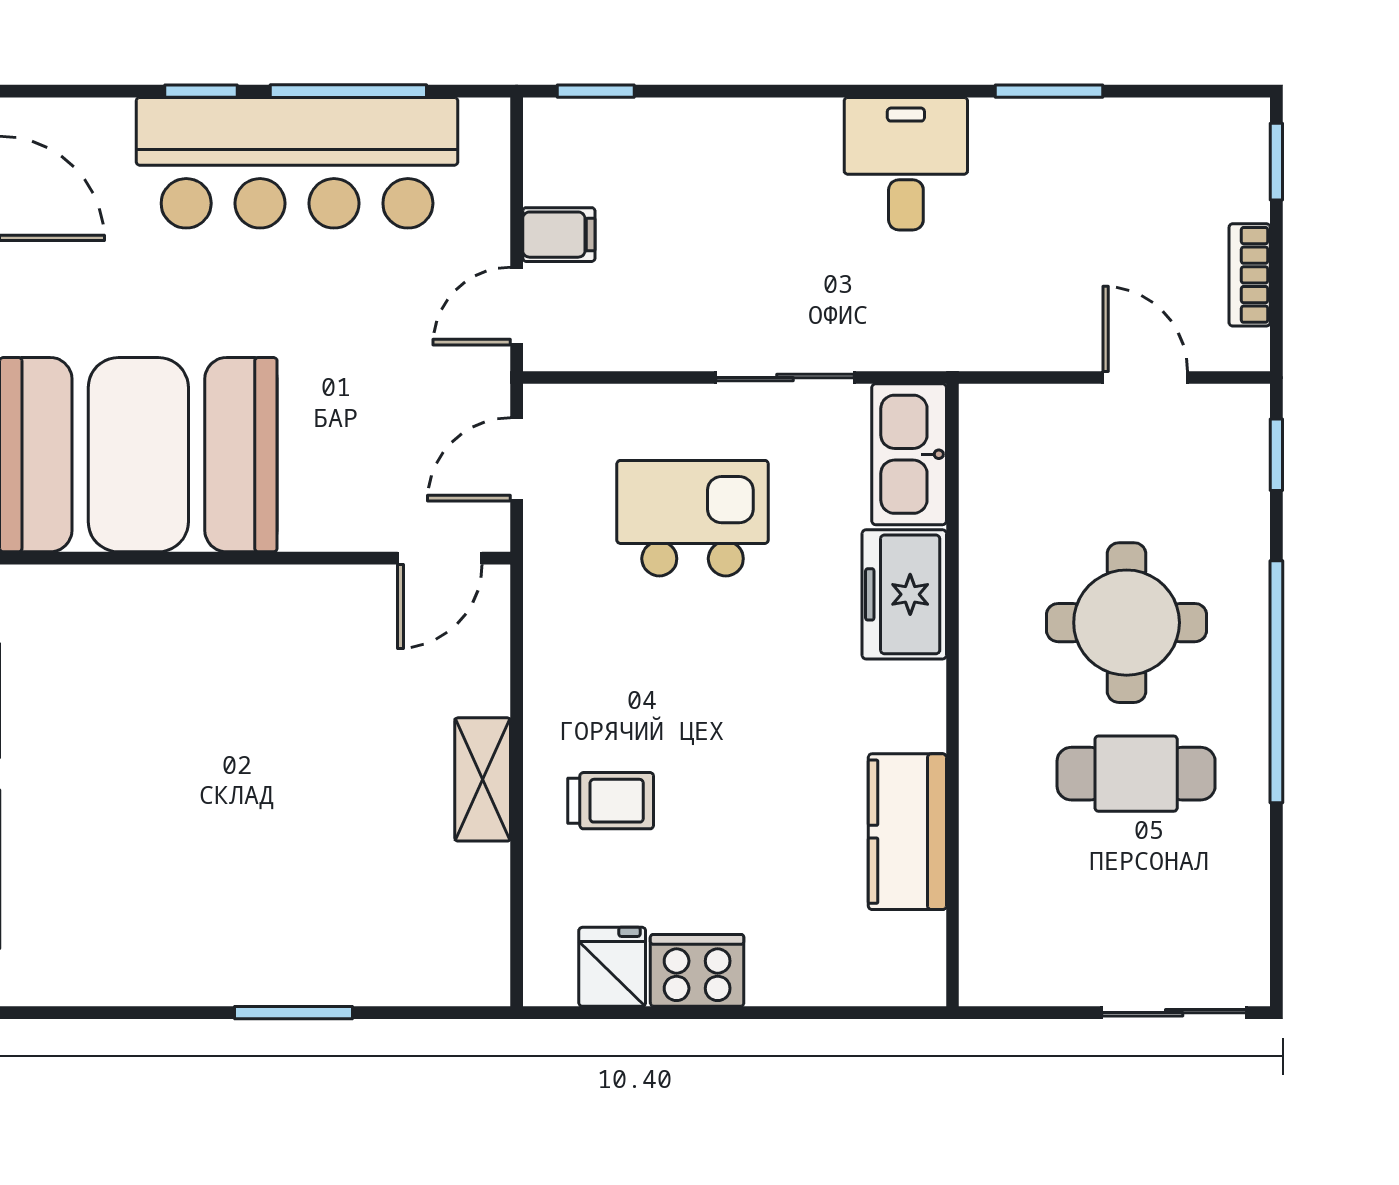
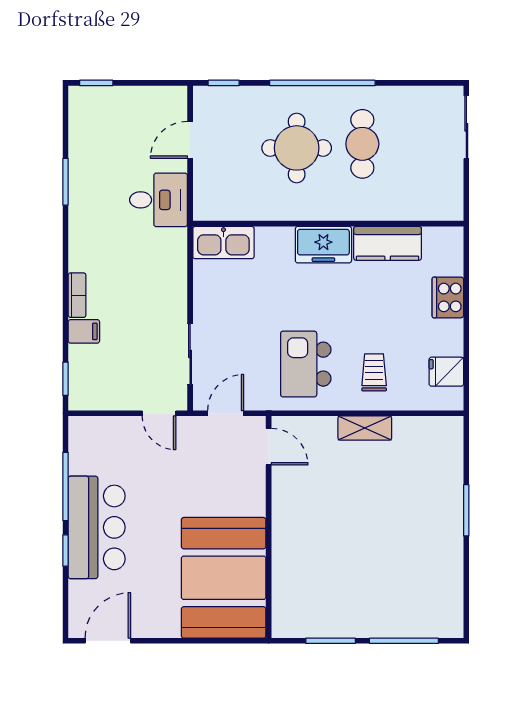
bar counter: (297, 163) -> (97, 527), width x0.73
desk: (906, 164) -> (158, 200), moved, turned 180
filing cabinet: (559, 235) -> (84, 331), moved, turned 90
bookcase: (1250, 275) -> (77, 295), moved, turned -90
sliding door: (785, 378) -> (190, 354), moved
door: (517, 459) -> (226, 413), swing flipped
kitchen island: (693, 518) -> (306, 364), moved
freezer: (904, 594) -> (323, 245), moved
cooker: (697, 970) -> (448, 297), moved

